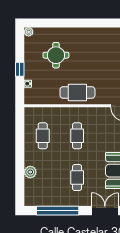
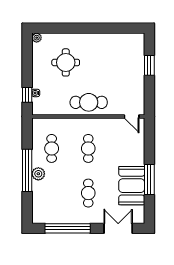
window: (20, 69) -> (27, 95), moved
window: (20, 156) -> (27, 170), added
plant: (30, 172) -> (38, 174), moved

